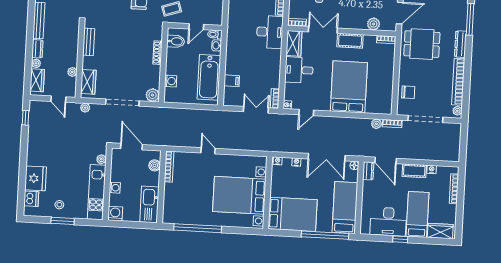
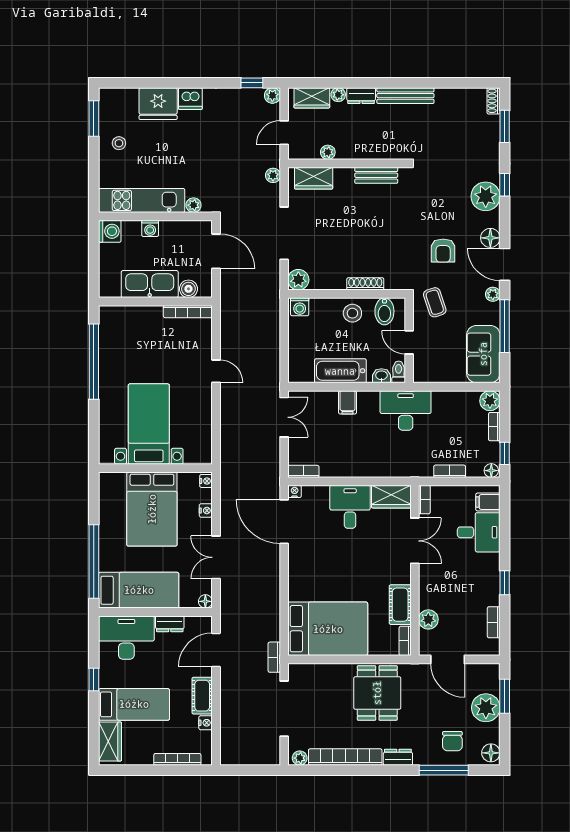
desk: (270, 32) -> (406, 410), moved, turned 180
cot: (350, 41) -> (400, 605), moved
dining table: (422, 44) -> (377, 693), moved
dresser: (460, 44) -> (398, 757), width x0.70
stool: (176, 62) -> (352, 313), added
bathtub: (209, 77) -> (340, 371), width x0.73, depth x0.73
washing machine: (171, 81) -> (300, 307), moved
filing cabinet: (232, 81) -> (348, 402), moved
bed: (349, 87) -> (328, 629), moved
chair: (408, 92) -> (452, 741), moved
double door: (256, 110) -> (284, 417), moved
door: (306, 112) -> (284, 522), width x1.88
plant: (376, 124) -> (272, 95), moved
door: (132, 147) -> (216, 251), hinge flipped
door: (208, 151) -> (216, 371), hinge flipped
double door: (327, 157) -> (216, 557), width x0.73
dresser: (368, 171) -> (170, 624), moved
bed with nightstands: (239, 195) -> (149, 424), width x0.73
dishwasher: (31, 199) -> (190, 99), moved
kitchen sink: (149, 204) -> (150, 284), moved
bed: (293, 214) -> (152, 509), moved
window: (63, 221) -> (94, 118), moved
desk: (388, 222) -> (126, 638), moved, turned 90

